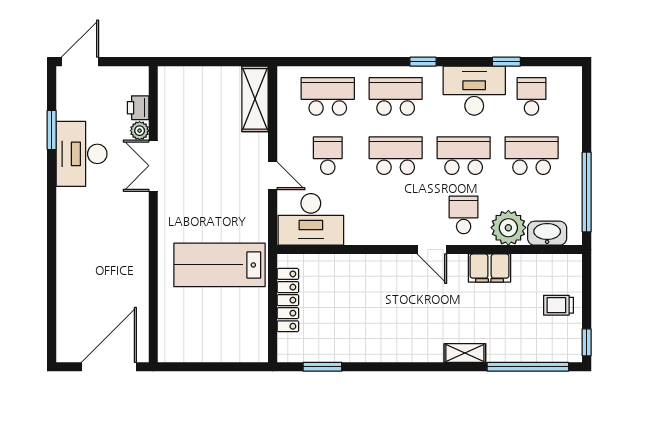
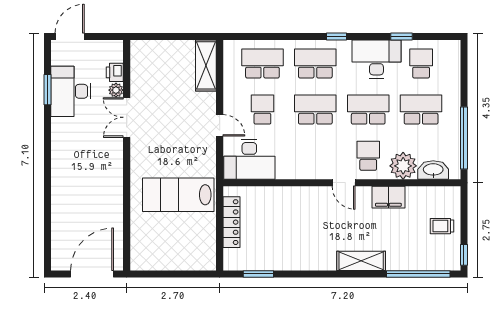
desk: (81, 154) -> (71, 91), moved
shelving: (465, 353) -> (361, 261), width x1.50, depth x1.33

